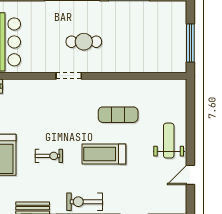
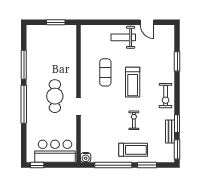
cafe table: (84, 42) -> (55, 96), width x1.37, depth x1.35
window: (190, 43) -> (56, 22), width x0.69

